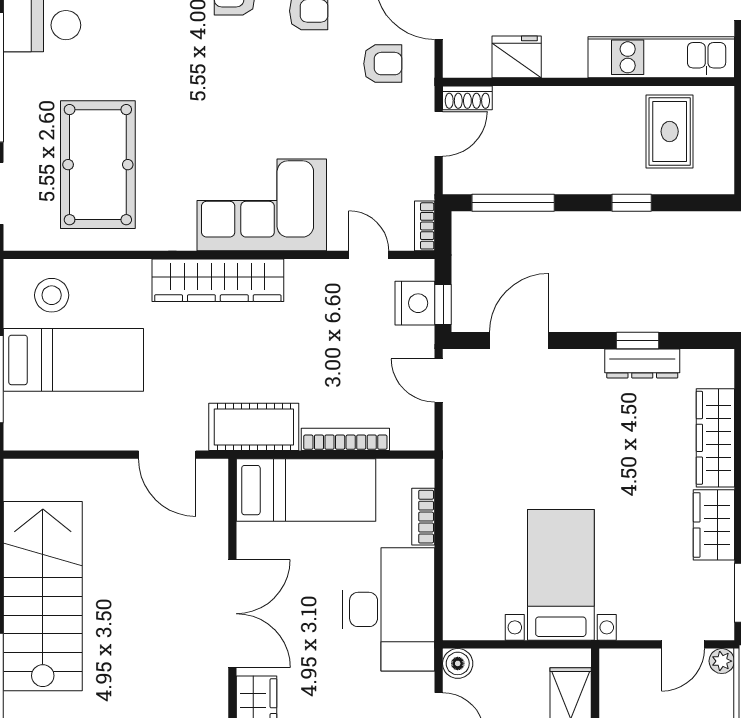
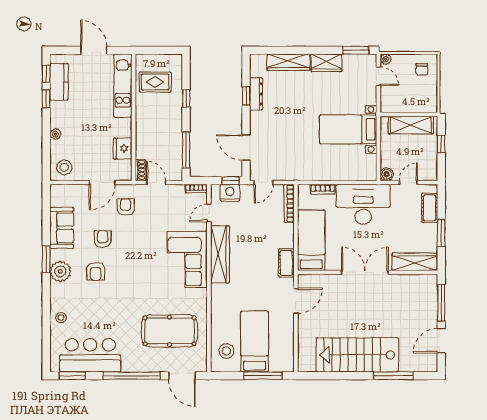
wardrobe: (218, 280) -> (220, 255), moved
cot: (254, 427) -> (286, 263), width x0.73, depth x0.75
bookcase: (345, 439) -> (289, 203), moved

